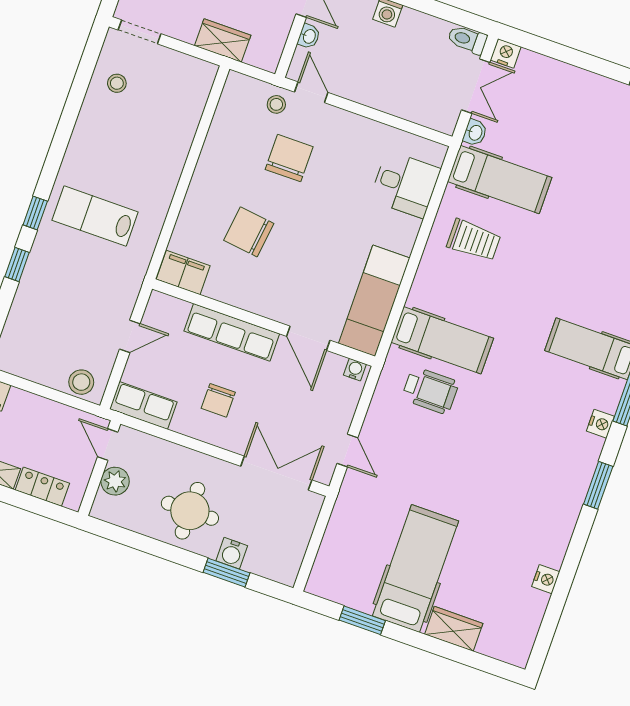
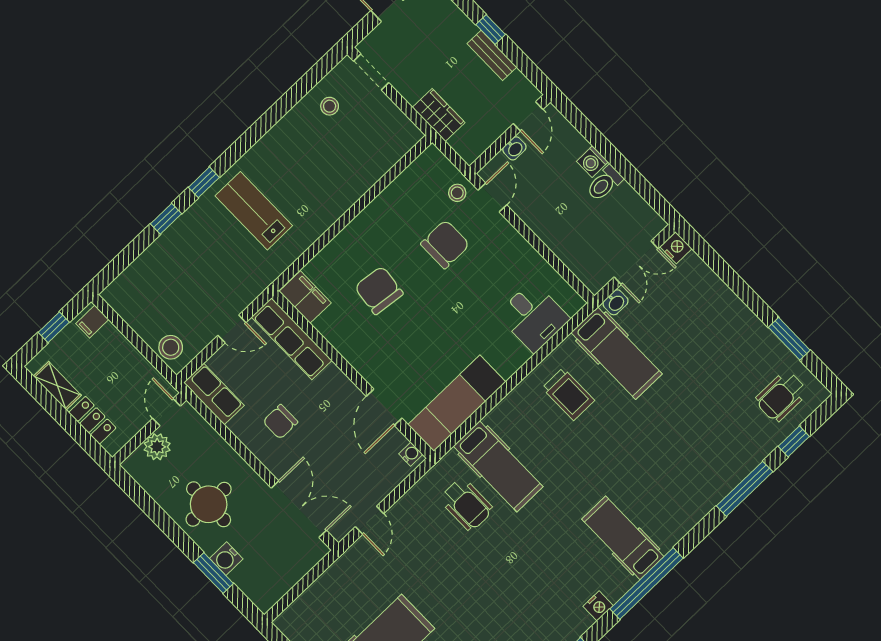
toilet: (467, 40) -> (604, 183), moved, turned -90
row of seats: (232, 332) -> (292, 339), moved

